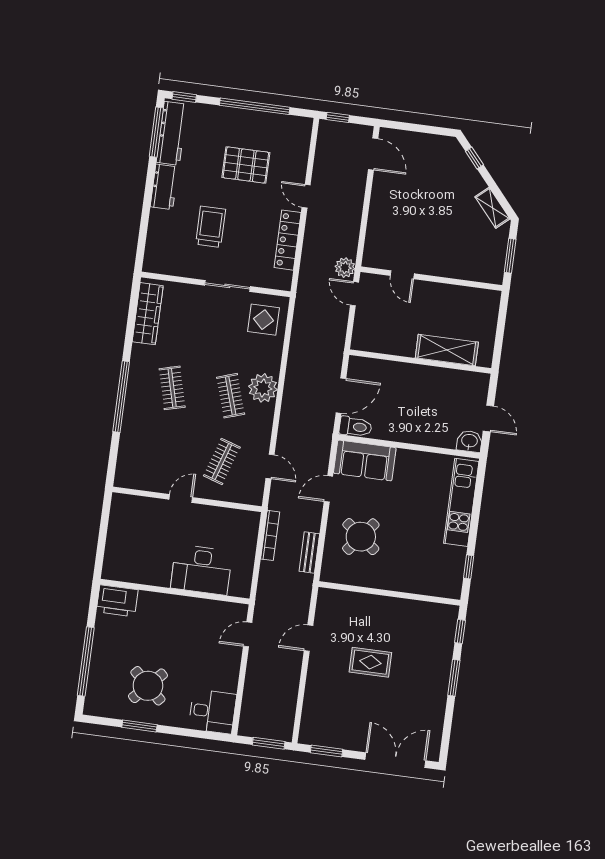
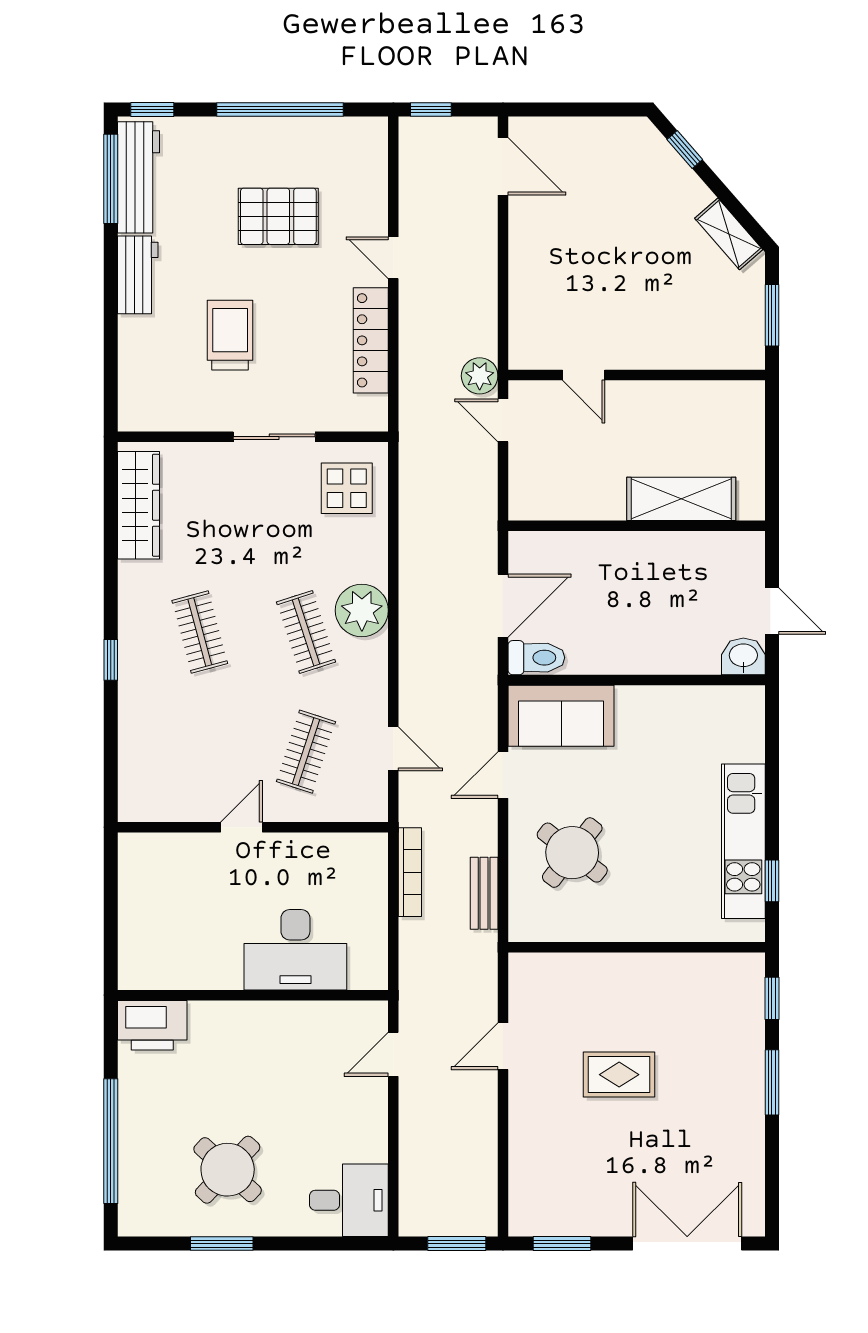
window: (121, 397) -> (111, 660), width x0.32
kitchen unit: (461, 502) -> (743, 841), moved

